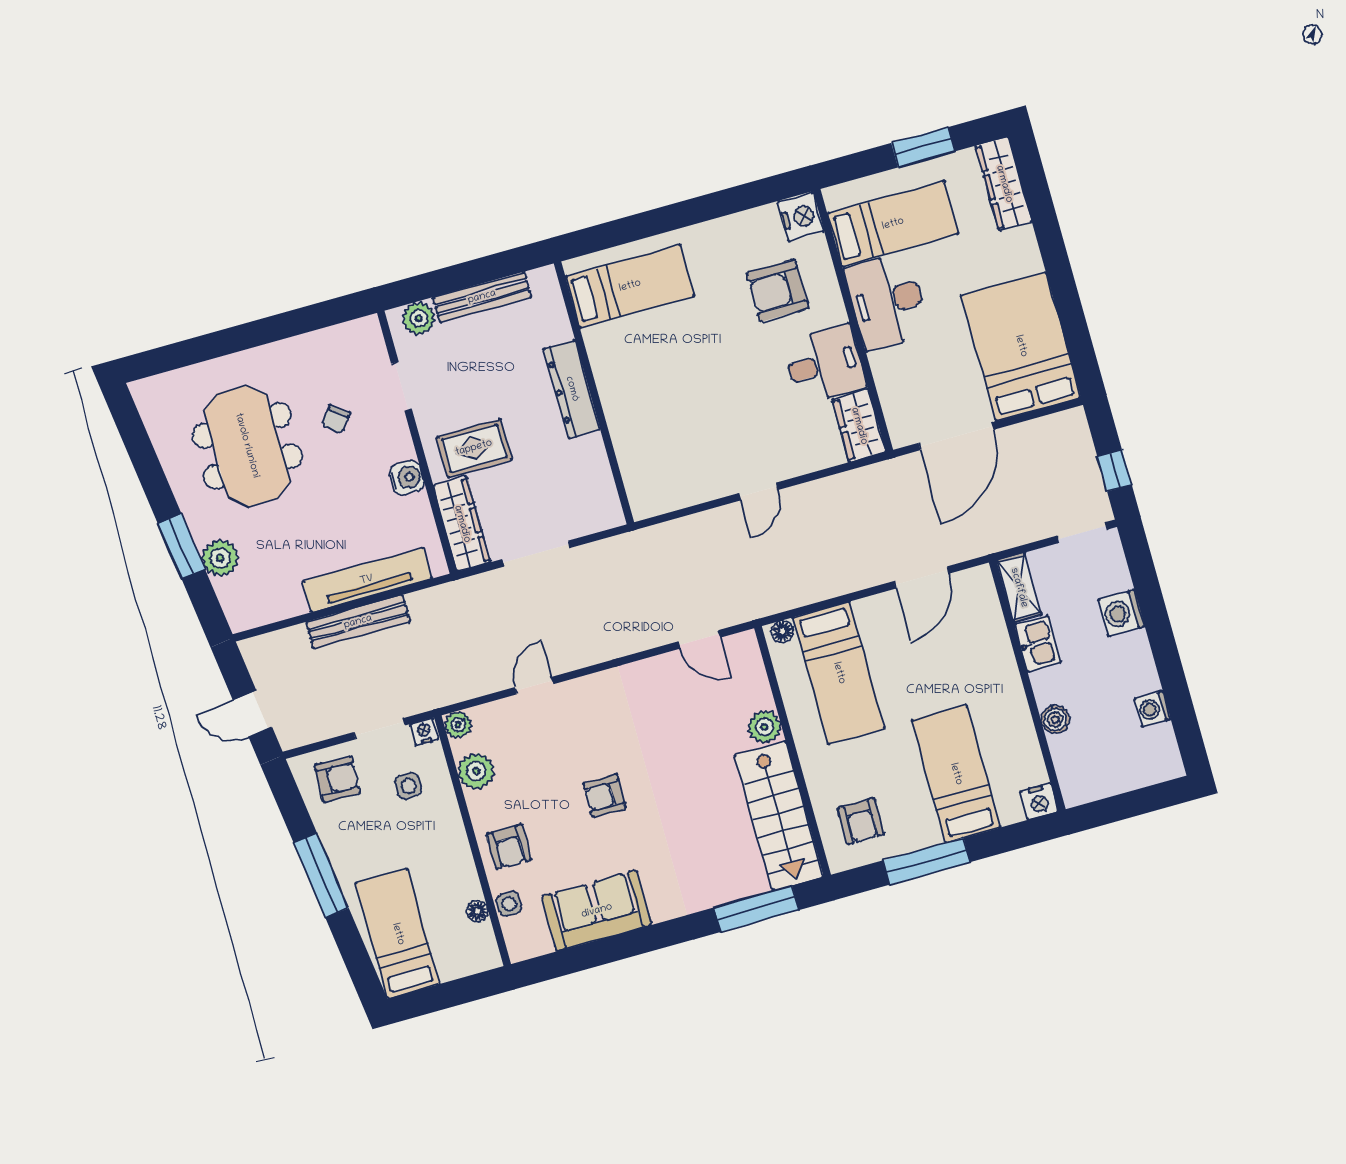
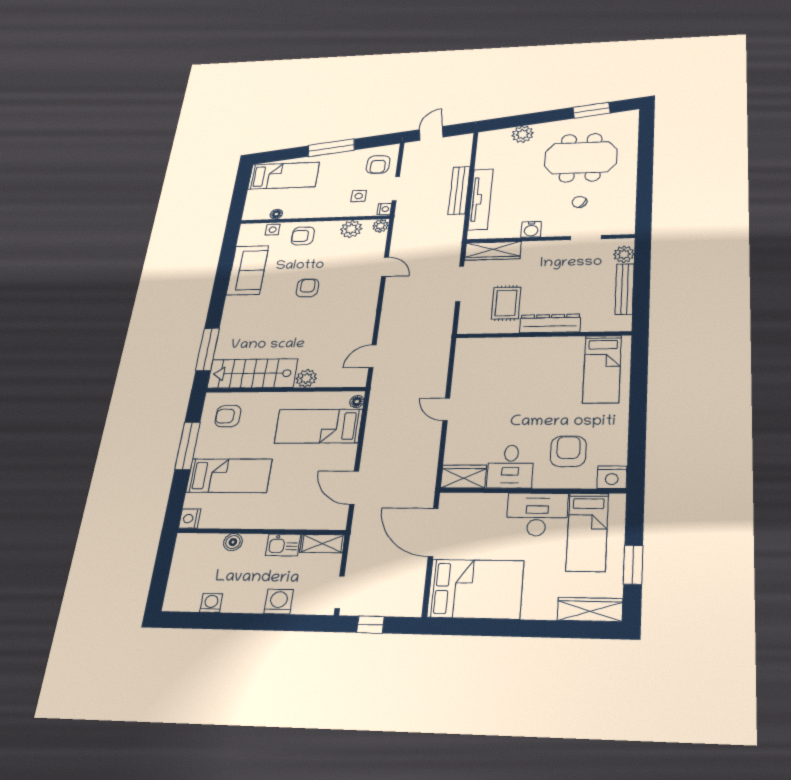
rug: (474, 448) -> (506, 303), moved
window: (181, 546) -> (592, 110), moved

